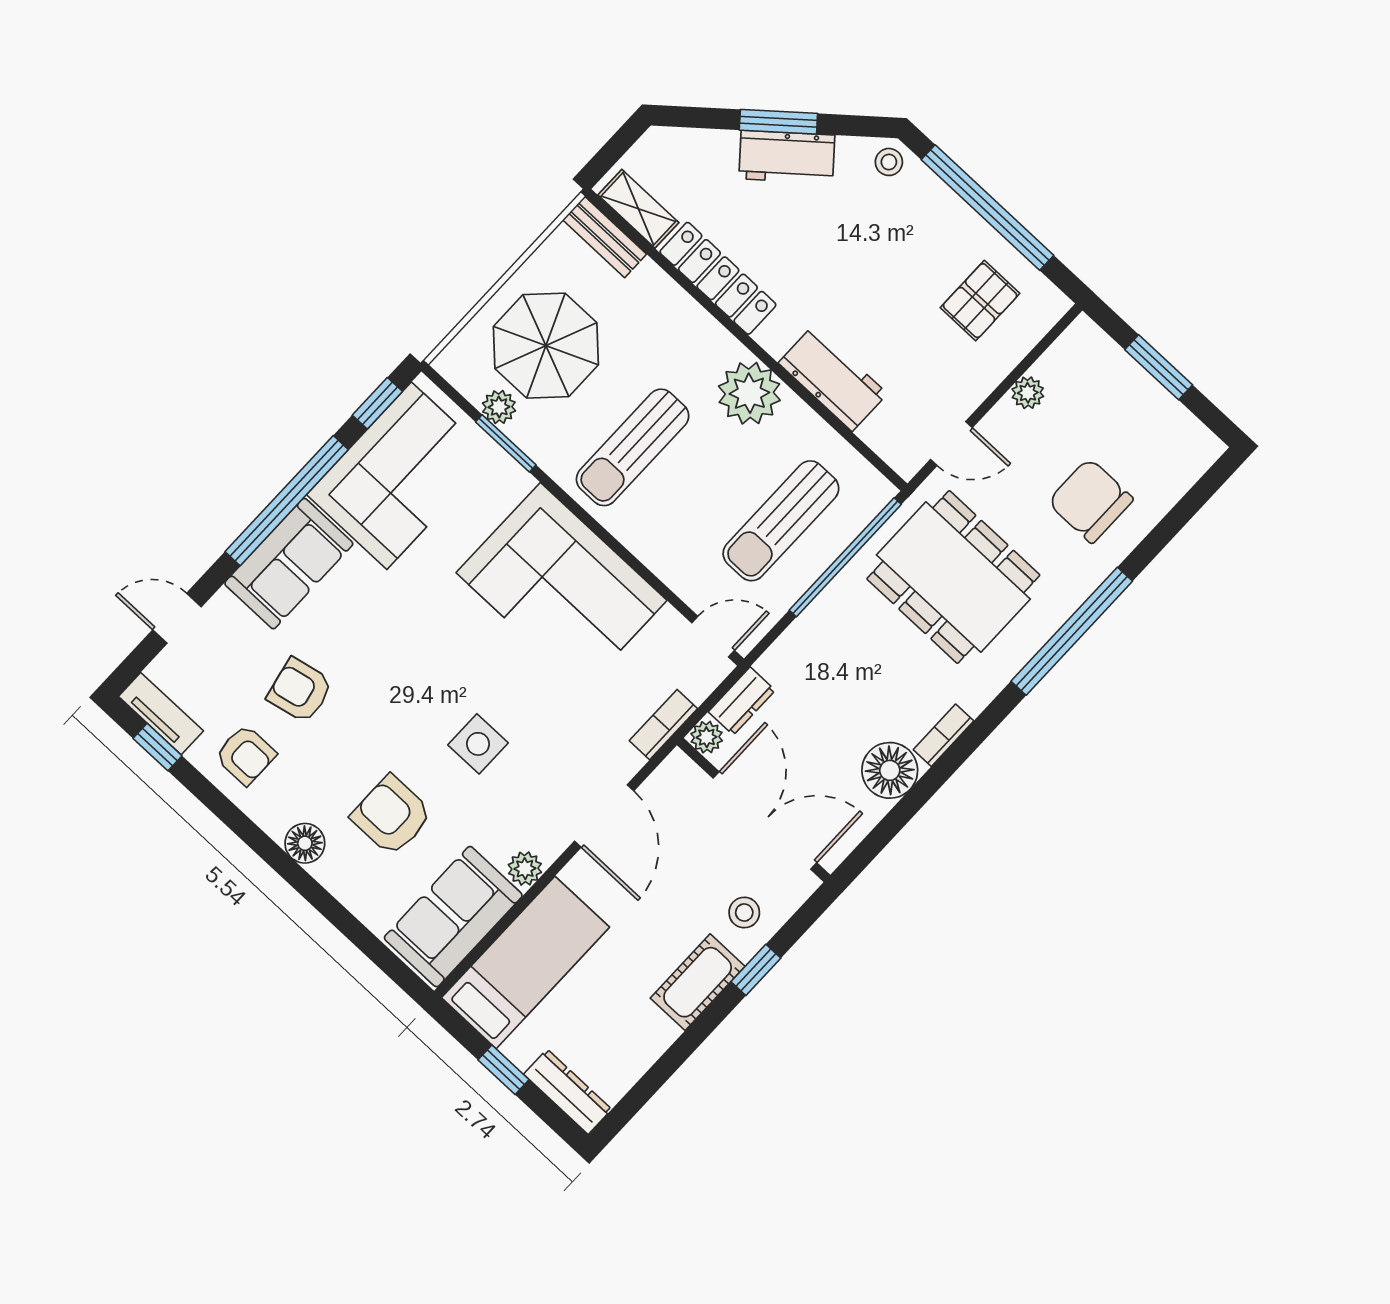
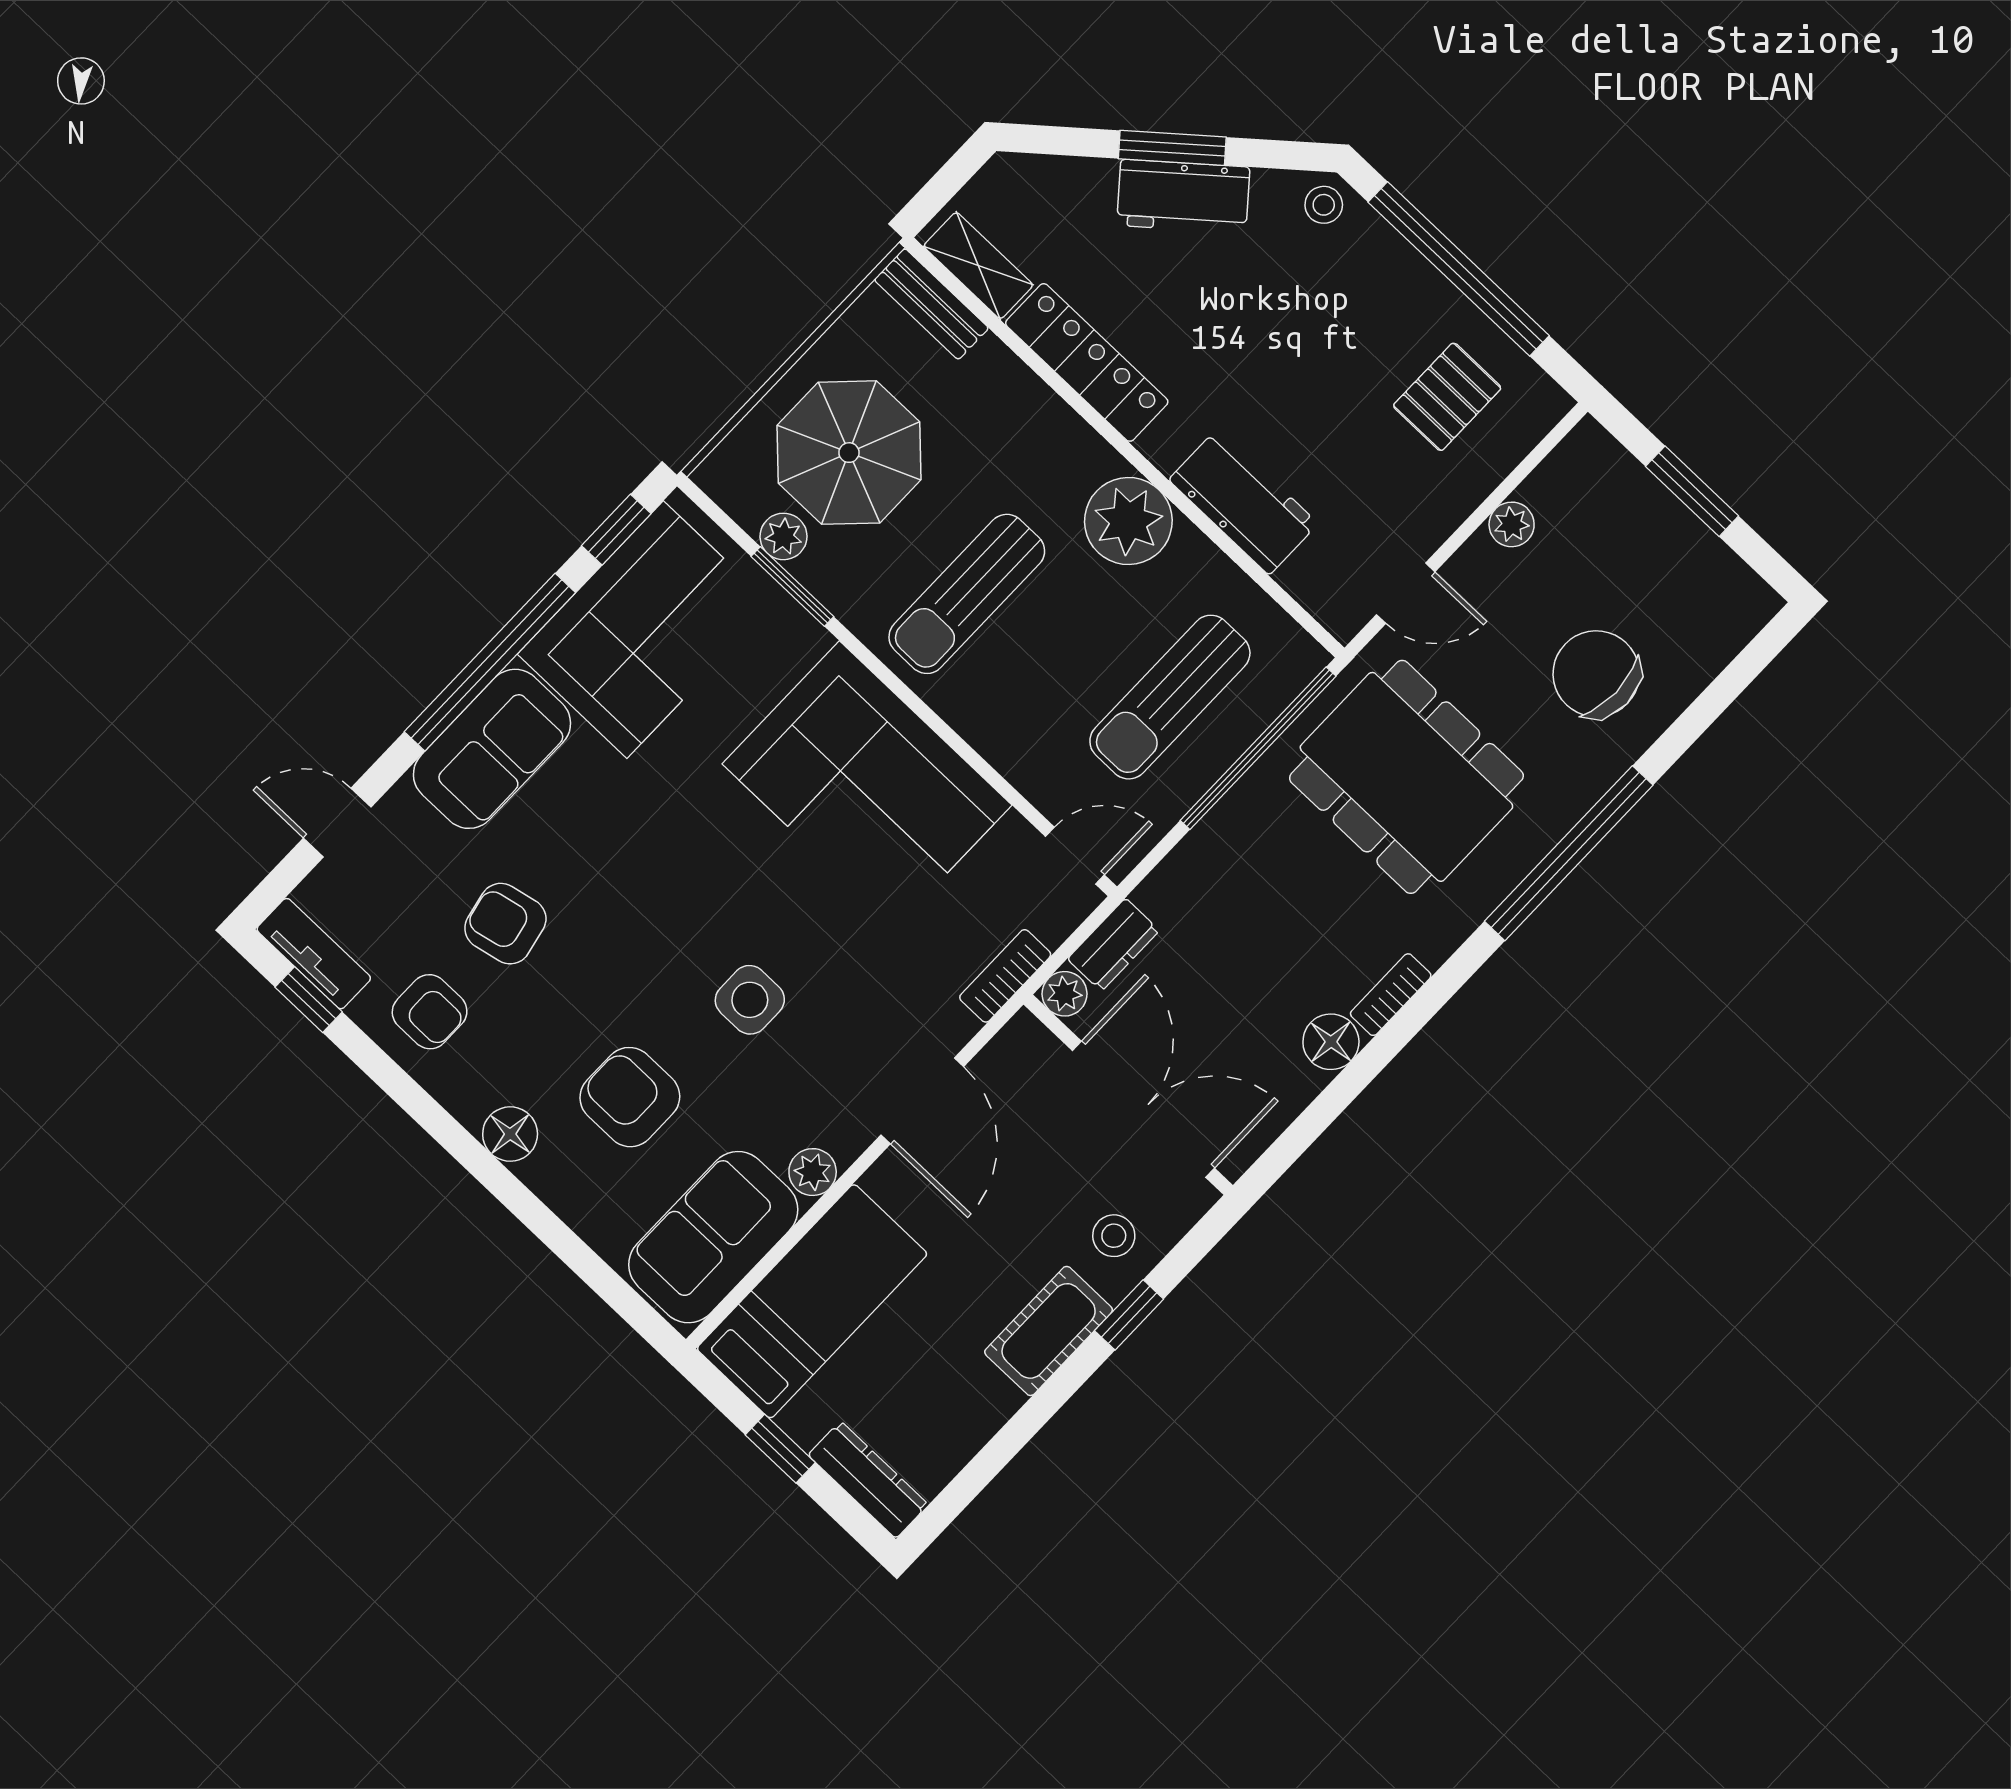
floor lamp: (890, 770) -> (1331, 1042), width x0.73, depth x0.73

